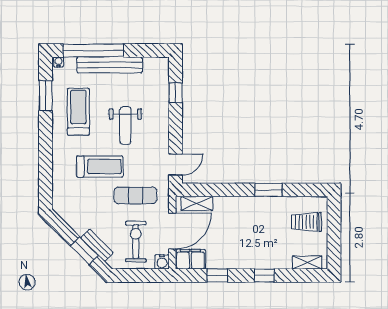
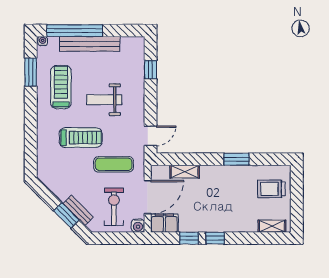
weight bench: (125, 125) -> (104, 100), turned 90
shelving: (197, 203) -> (185, 172), moved
window: (264, 275) -> (215, 238), moved

